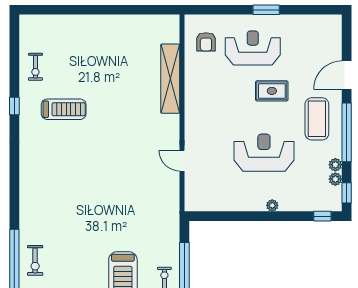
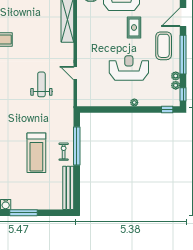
rug: (272, 91) -> (134, 28), turned 90
weight bench: (131, 178) -> (41, 84), added

